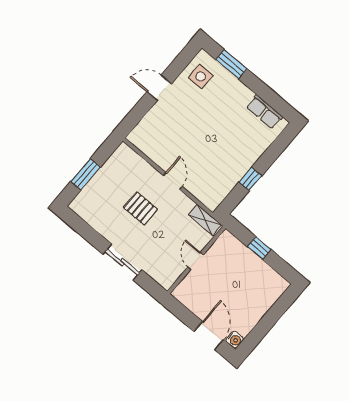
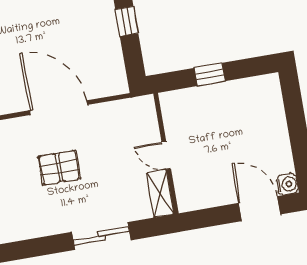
door: (173, 181) -> (59, 108), width x1.87
shelving: (205, 220) -> (160, 194), moved, turned 90

